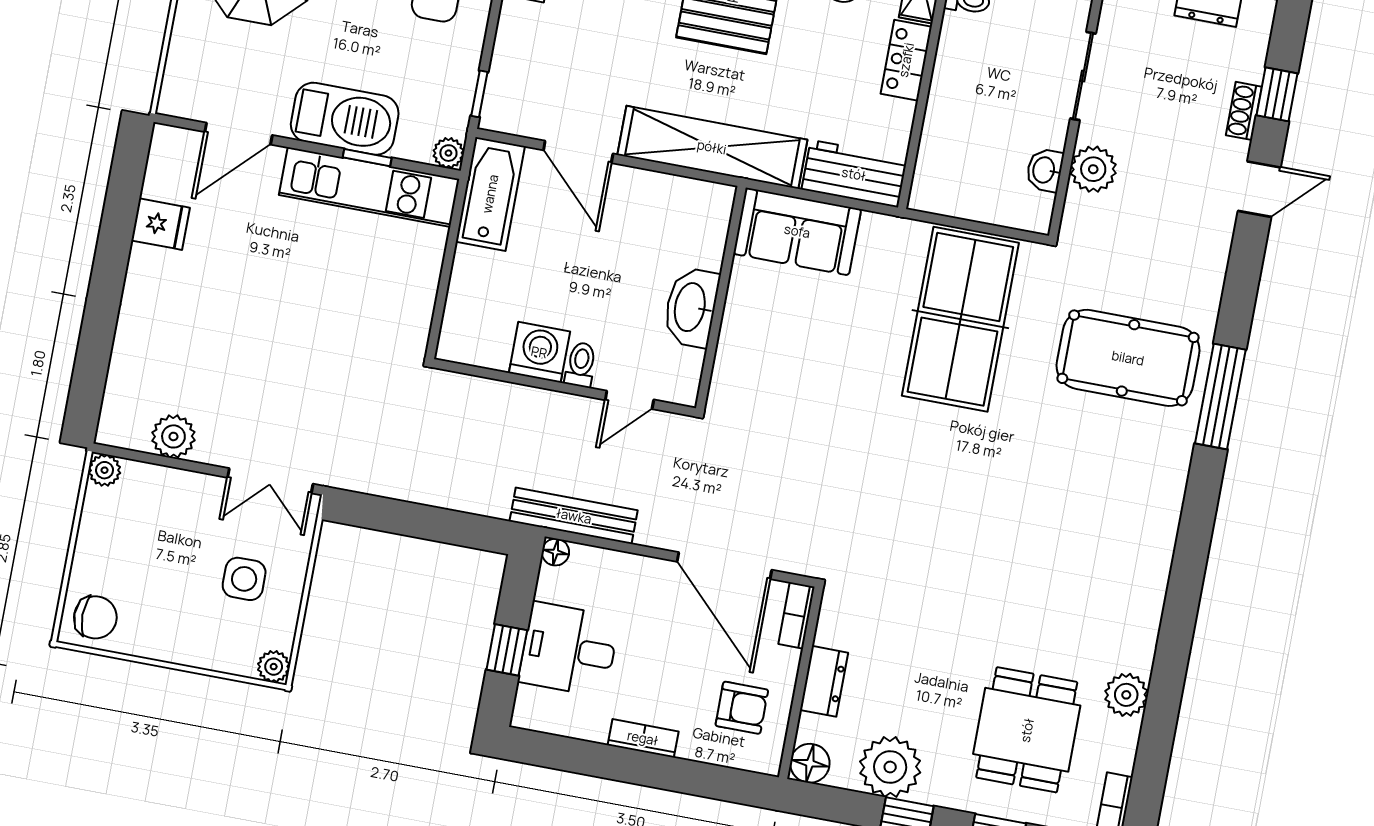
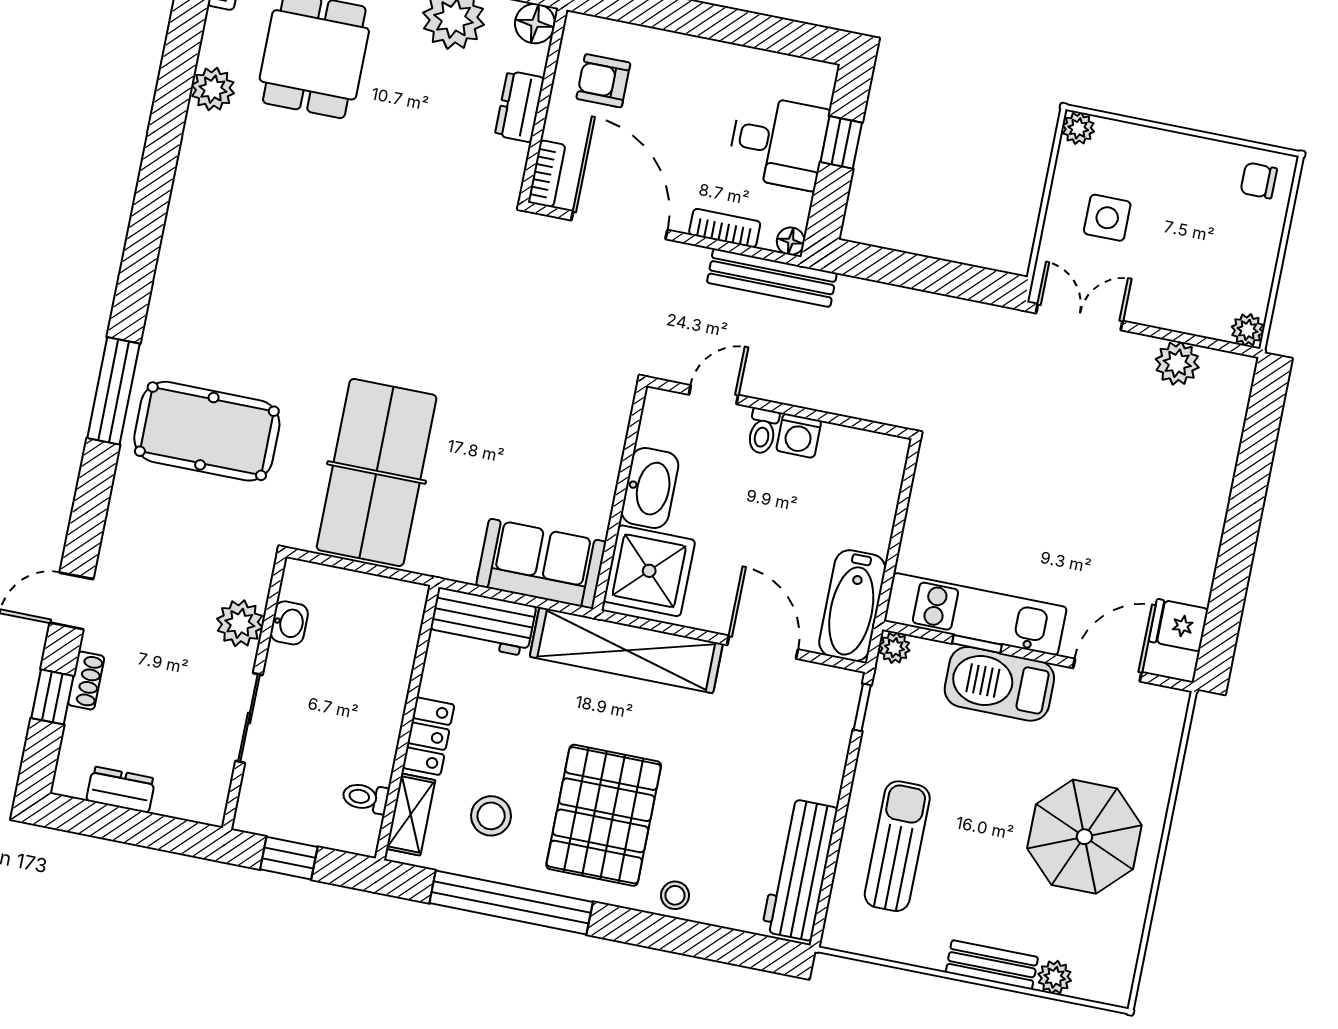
fridge: (160, 224) -> (1179, 625), moved
shower: (691, 226) -> (649, 571), added
washing machine: (539, 352) -> (799, 436), width x0.73, depth x0.73
chair: (95, 617) -> (1259, 181), width x0.73, depth x0.73
bookcase: (643, 738) -> (725, 228), moved, turned 180

